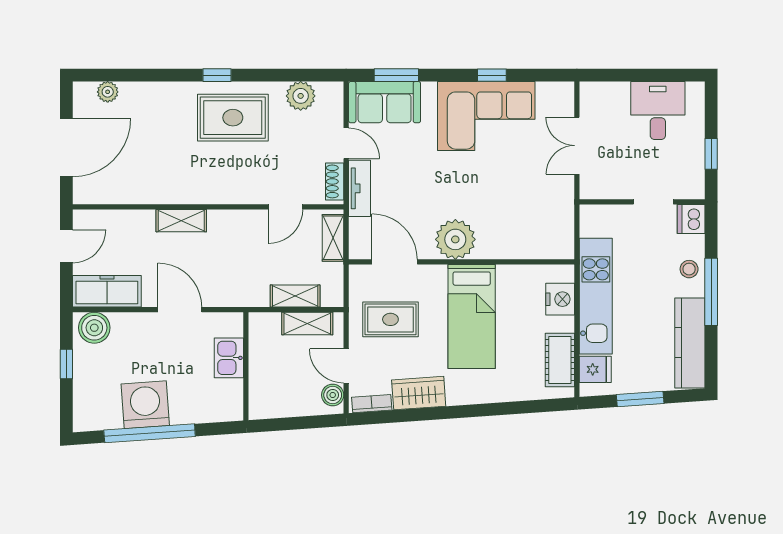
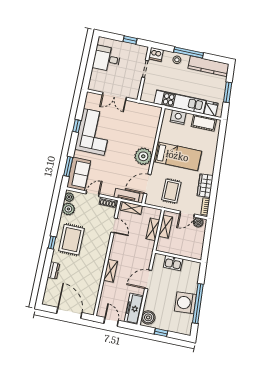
plant: (108, 92) -> (69, 197), moved
dresser: (155, 92) -> (54, 270), added
tv unit: (359, 188) -> (127, 195), moved

